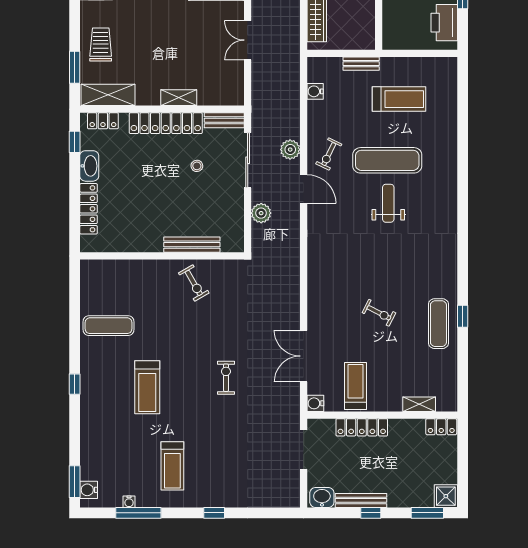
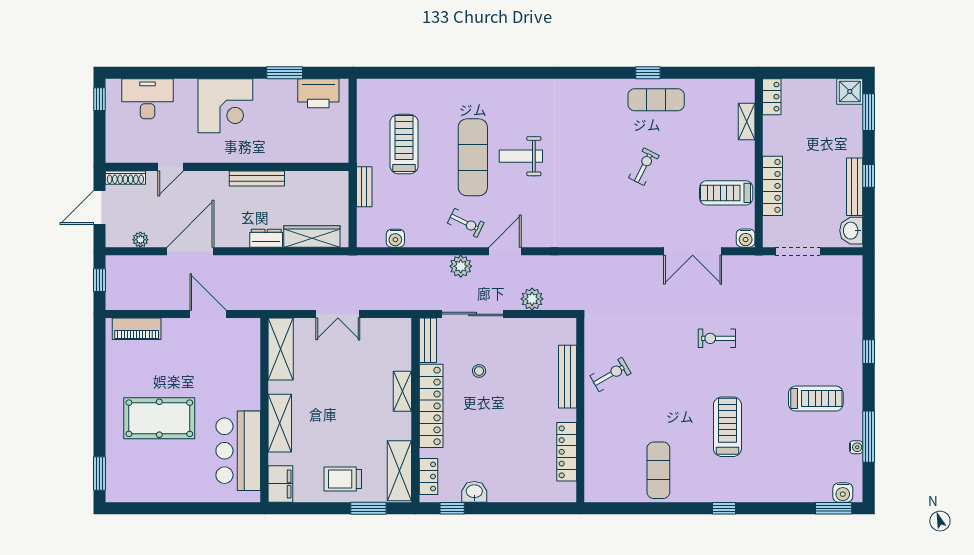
washbasin: (89, 166) -> (474, 492), width x0.72
locker: (89, 209) -> (567, 452), moved, turned -90
treadmill: (147, 387) -> (727, 427), turned -90

